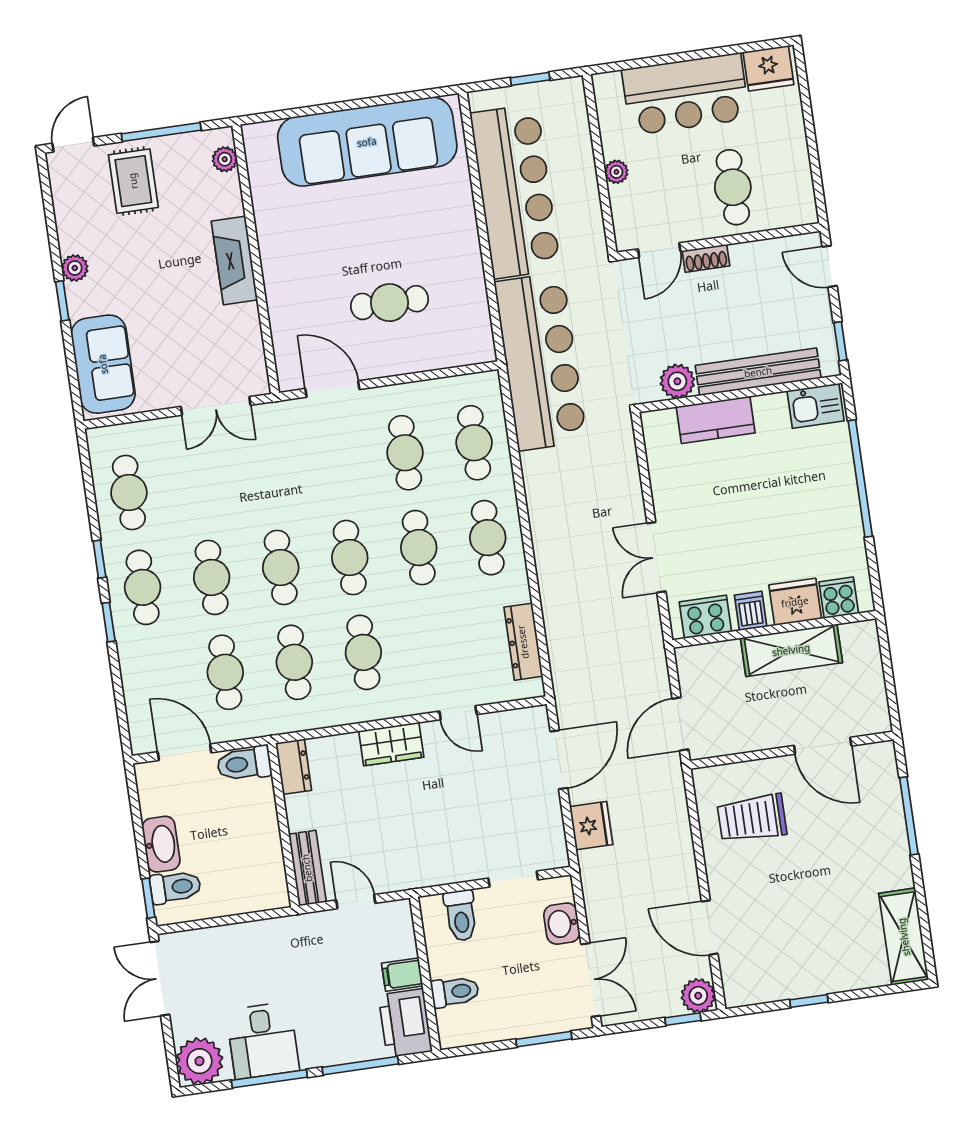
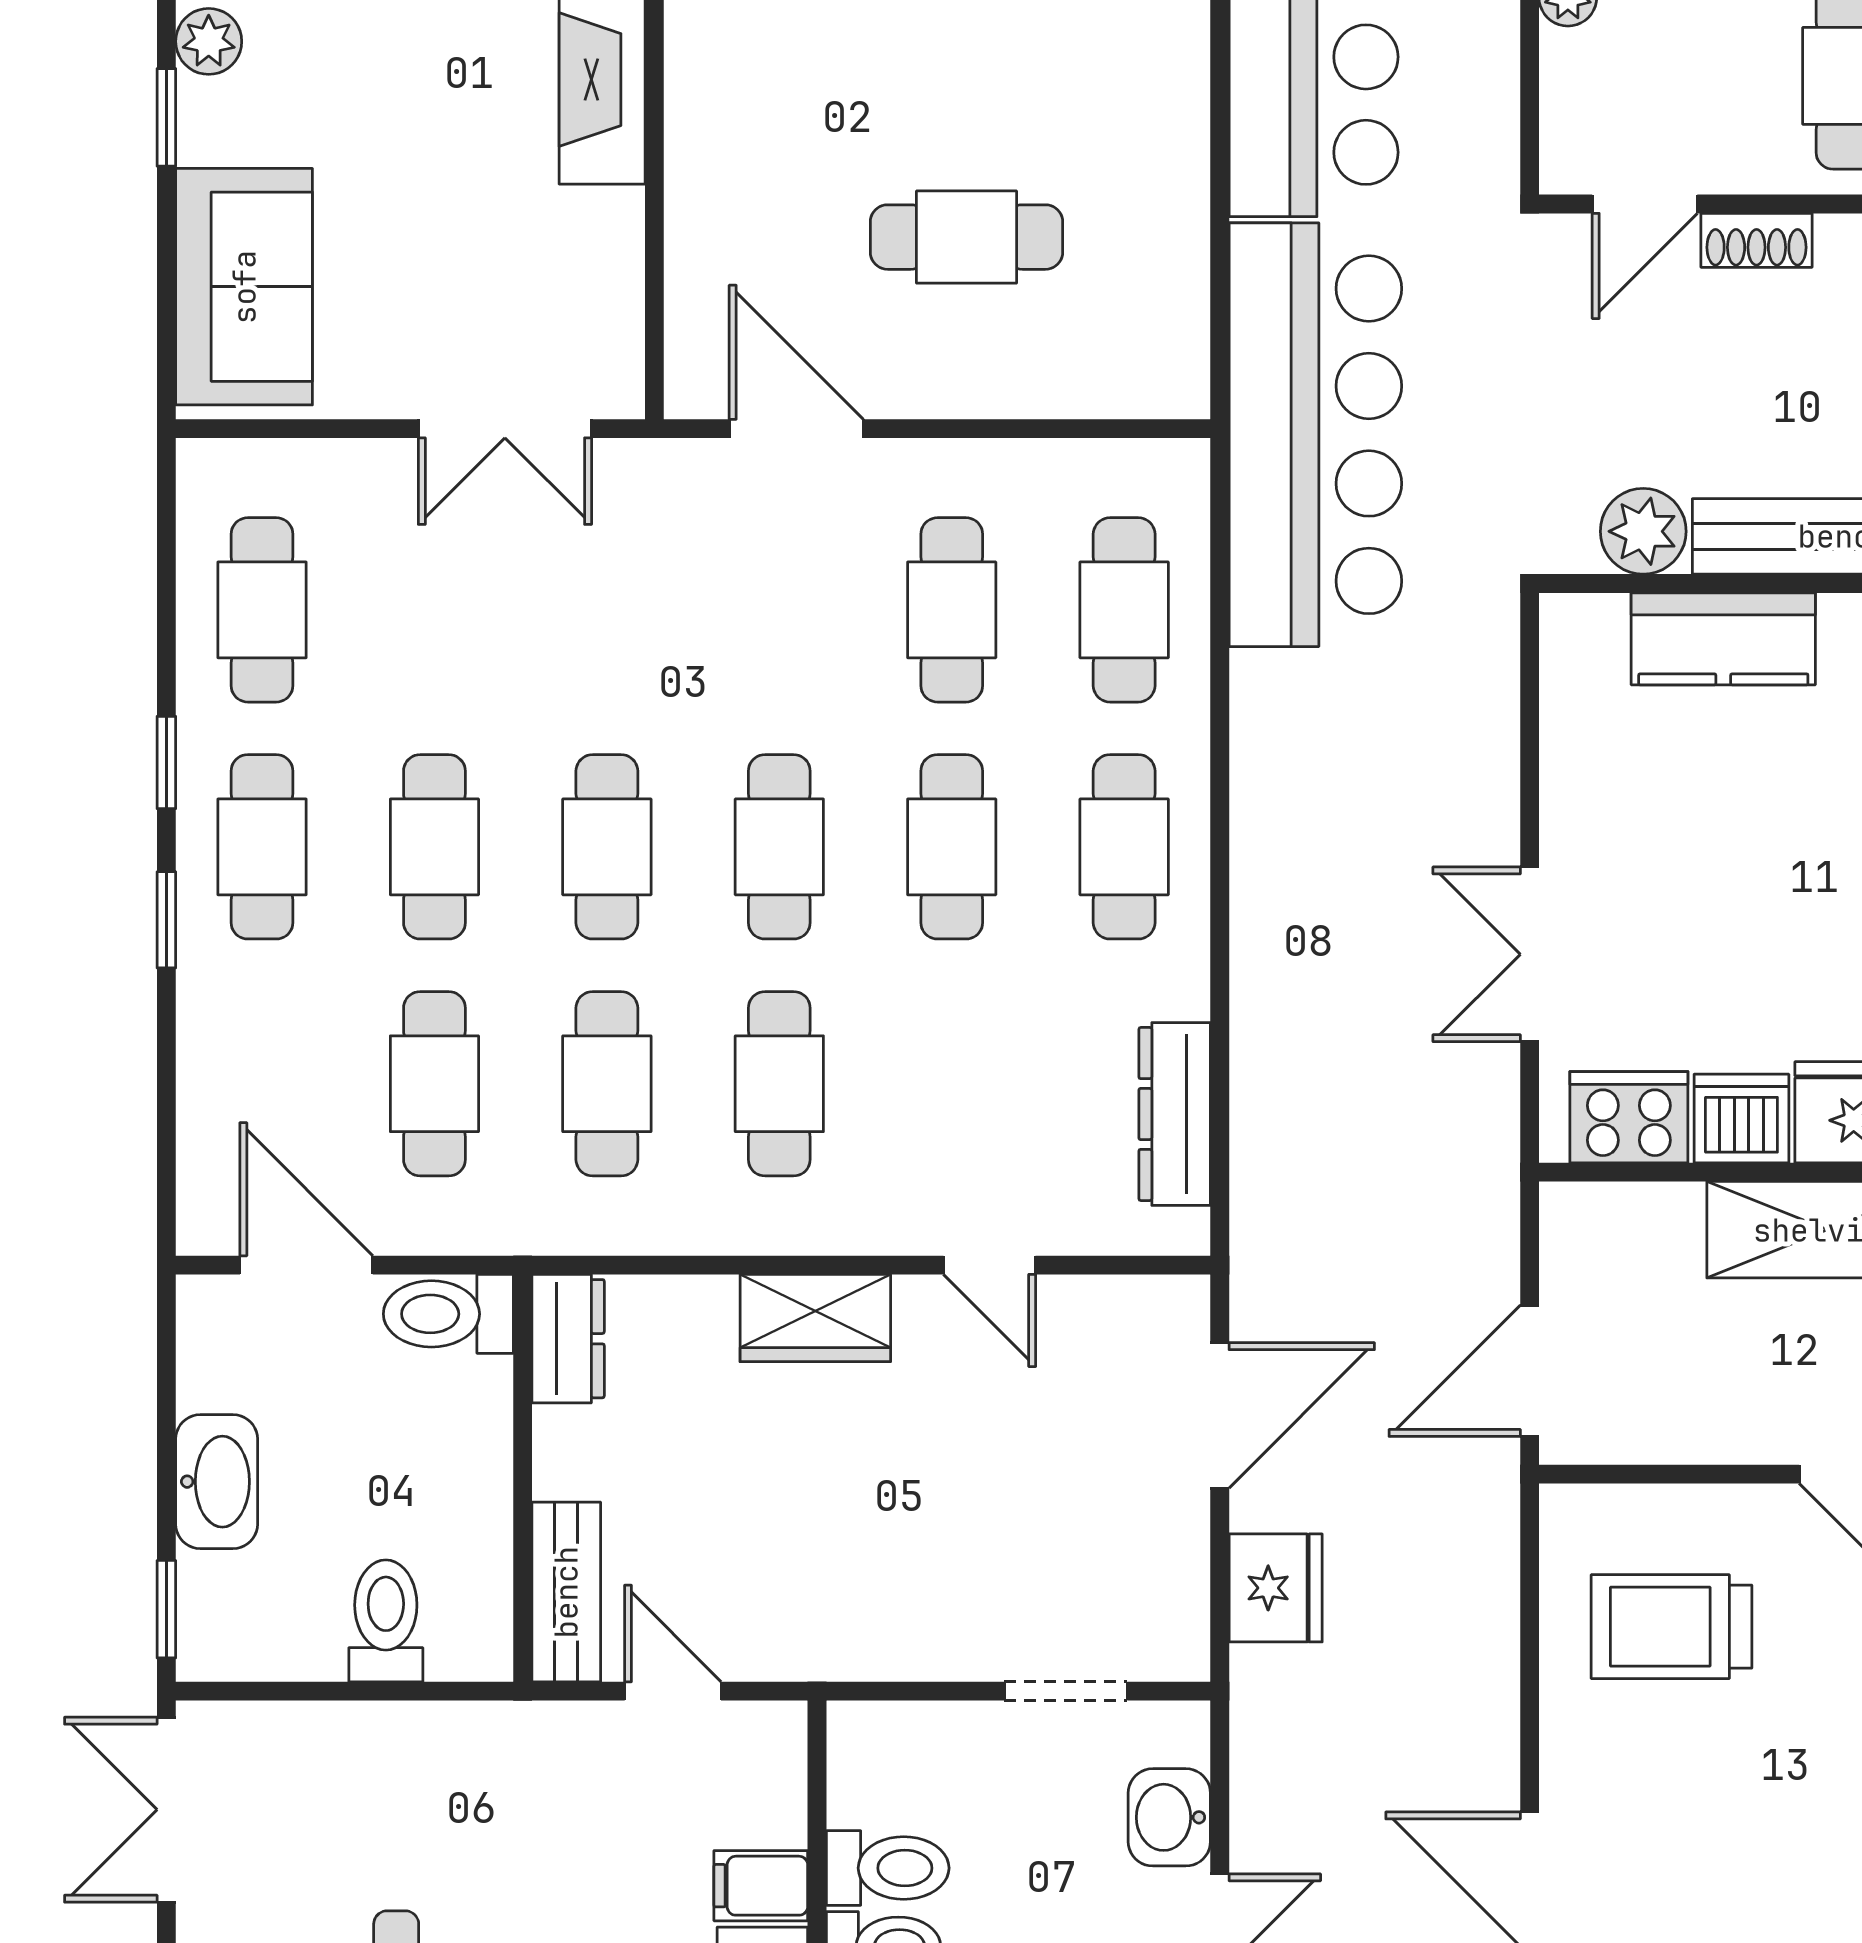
dishwasher: (751, 611) -> (1741, 1119), width x1.38
toilet: (175, 887) -> (386, 1621), moved, turned -90
toilet: (461, 915) -> (888, 1868), moved, turned -90

